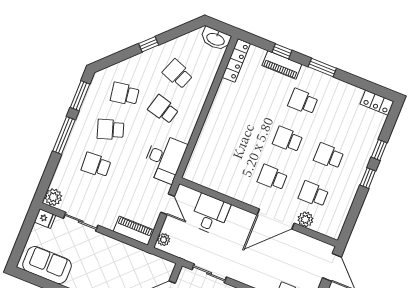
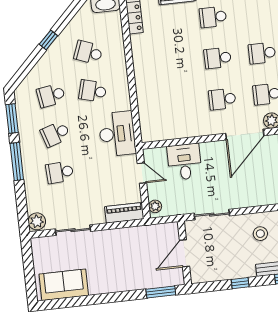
fridge: (45, 218) -> (40, 244), removed

